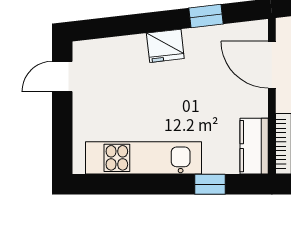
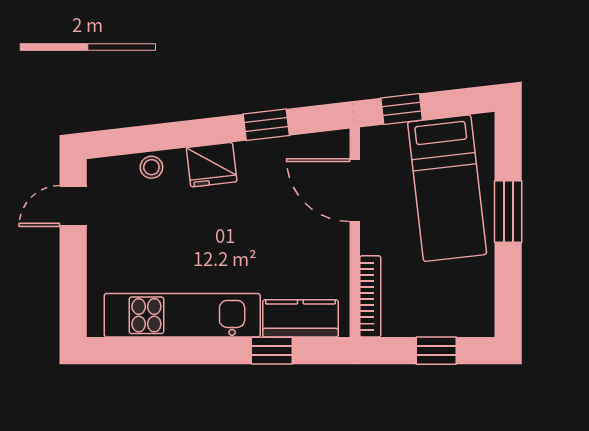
stool: (121, 48) -> (151, 167), added
kitchen counter: (254, 146) -> (300, 318), moved, turned 90

